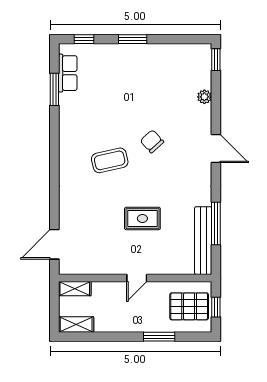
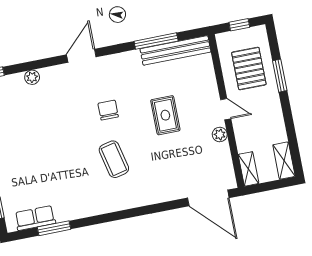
chair: (152, 141) -> (108, 110), moved, turned 132
door: (54, 244) -> (208, 198), width x1.36
plant: (113, 267) -> (220, 135), added
pallet: (189, 306) -> (249, 68), moved

